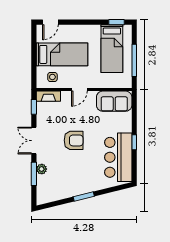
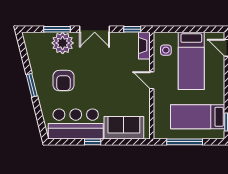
sofa: (114, 101) -> (124, 128), moved, turned 90
armchair: (74, 140) -> (63, 81), moved
double door: (34, 141) -> (95, 29), swing flipped
plant: (42, 169) -> (63, 43), width x1.88, depth x1.88

